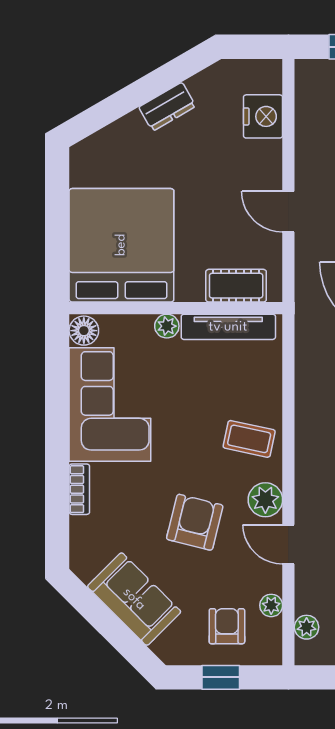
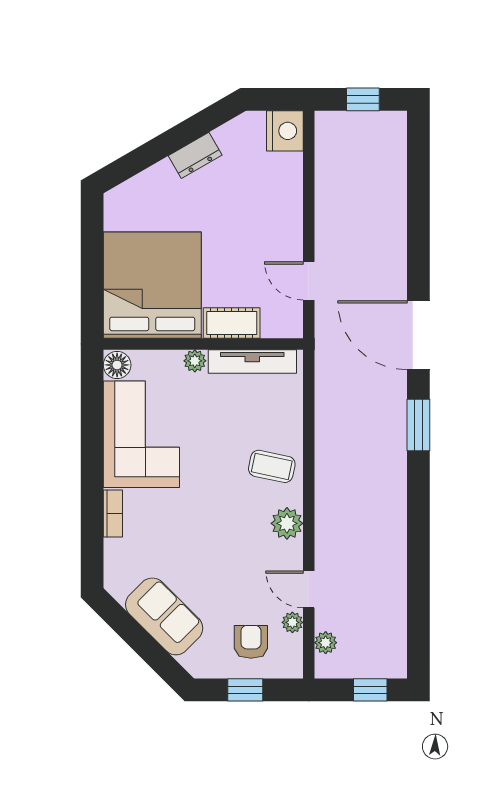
nightstand: (263, 116) -> (285, 131), moved
door: (288, 212) -> (309, 281), moved
cot: (236, 286) -> (232, 323), moved
armchair: (195, 522) -> (221, 544), removed
door: (288, 544) -> (309, 589), moved

